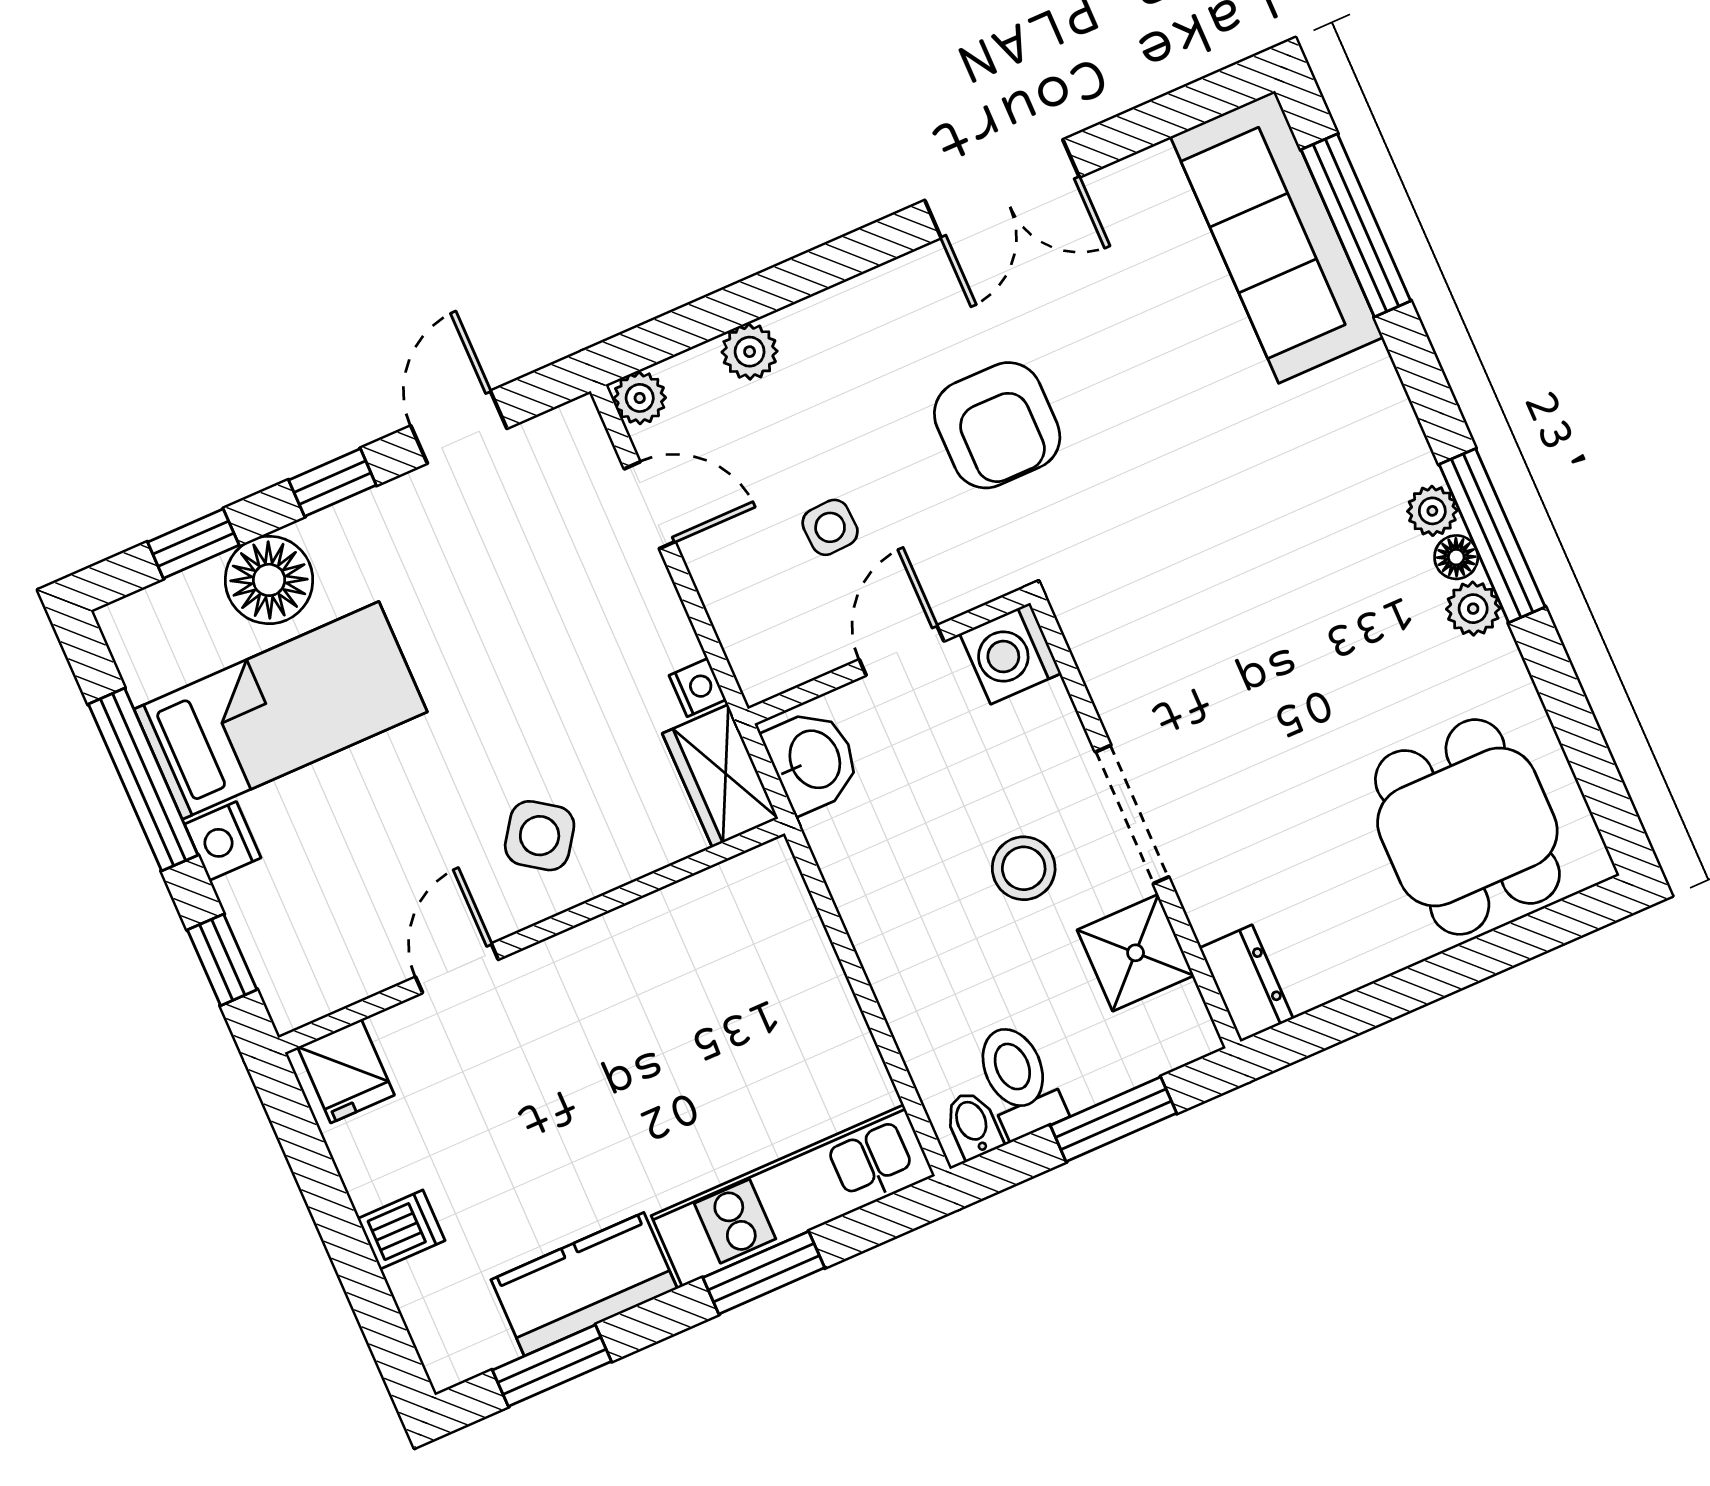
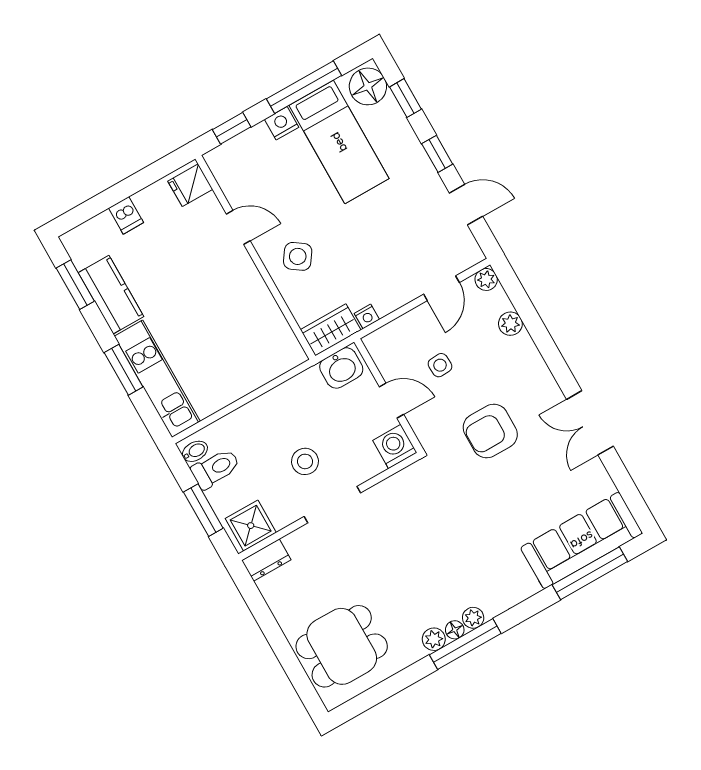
floor lamp: (269, 580) -> (368, 86), moved
shower: (1136, 953) -> (251, 526), moved

